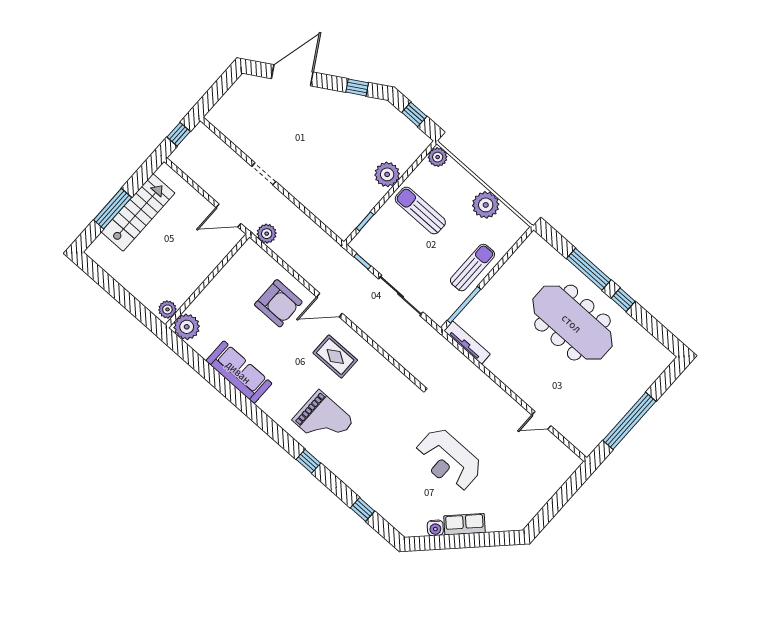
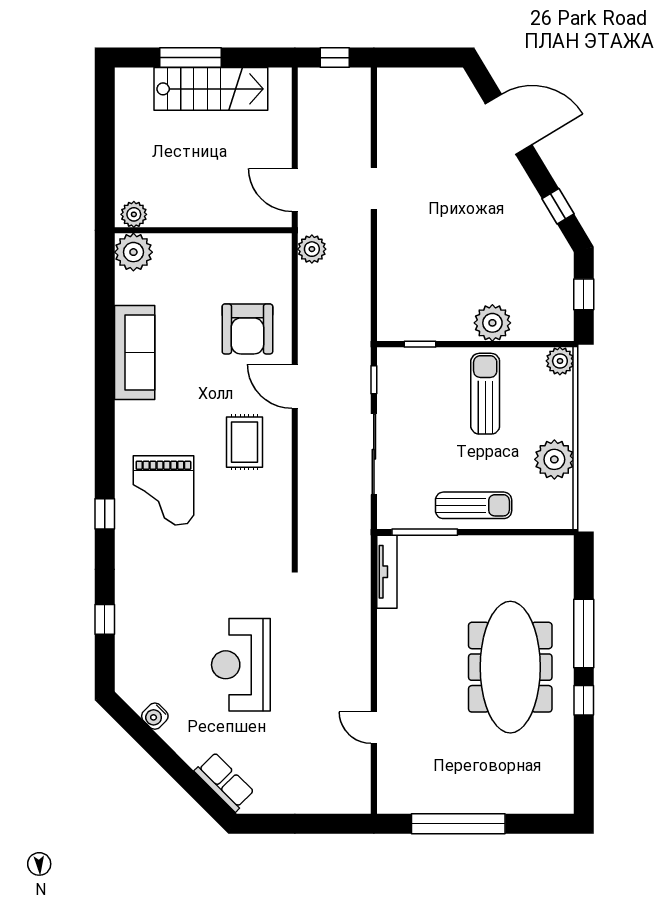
row of seats: (465, 524) -> (224, 782), moved

